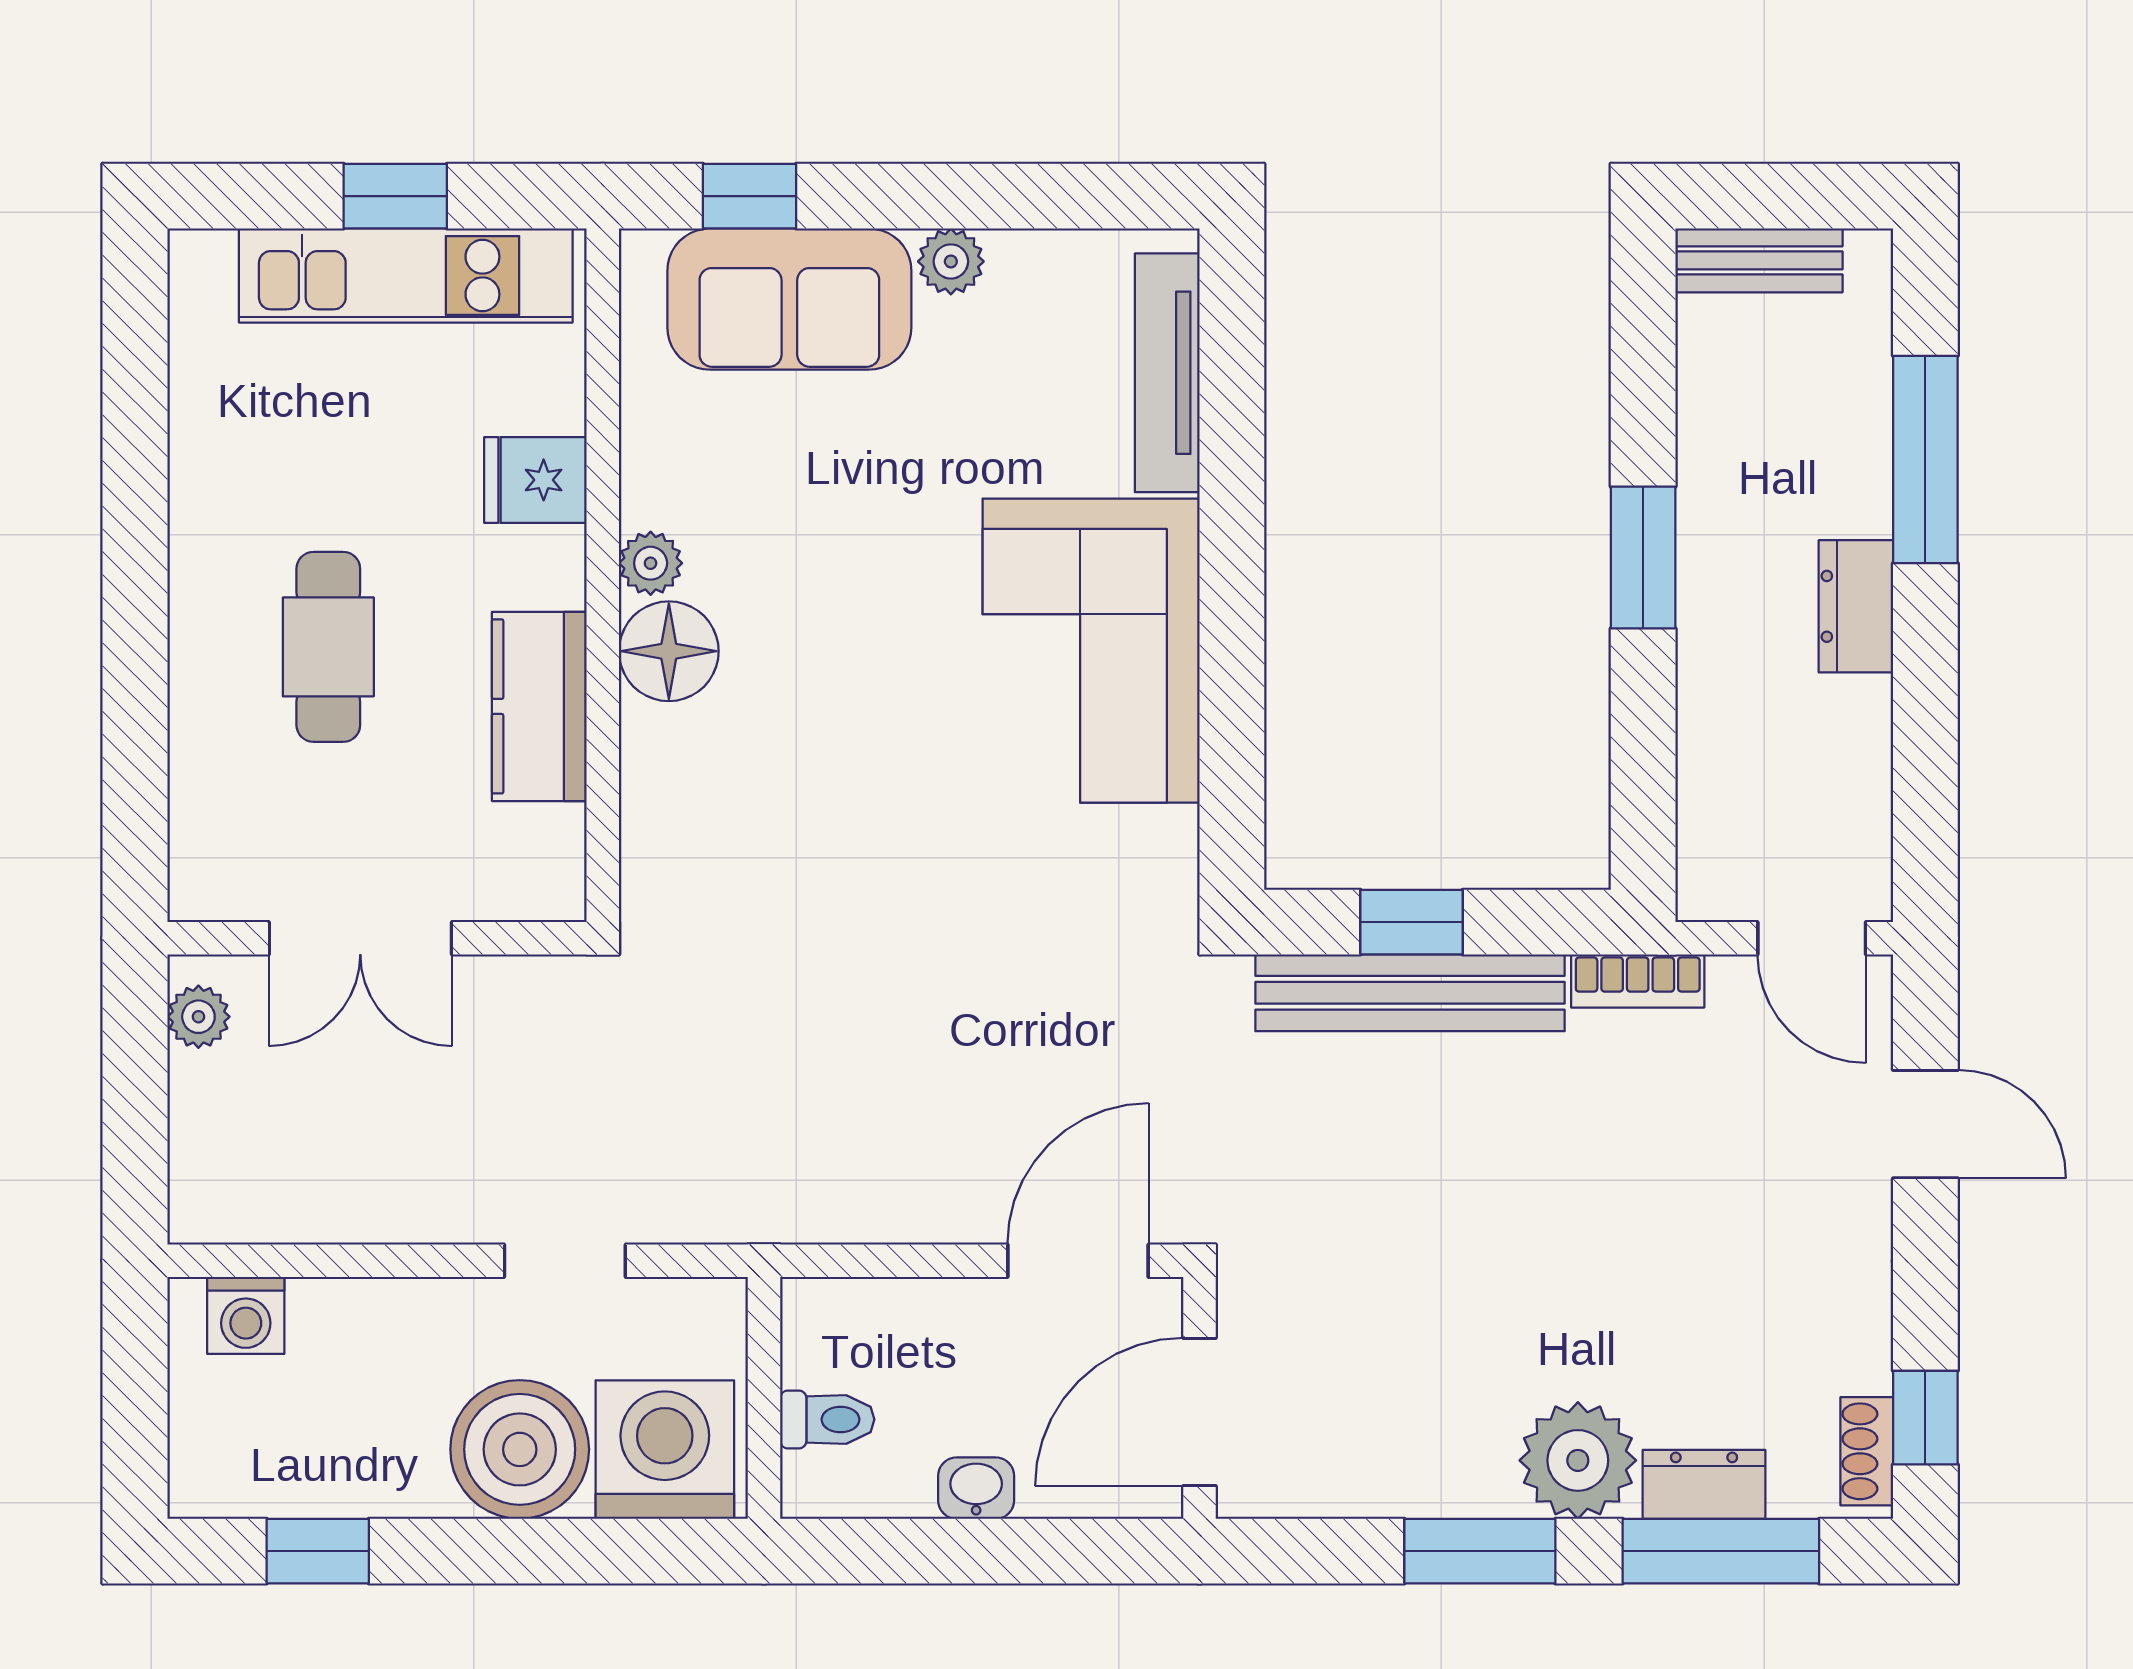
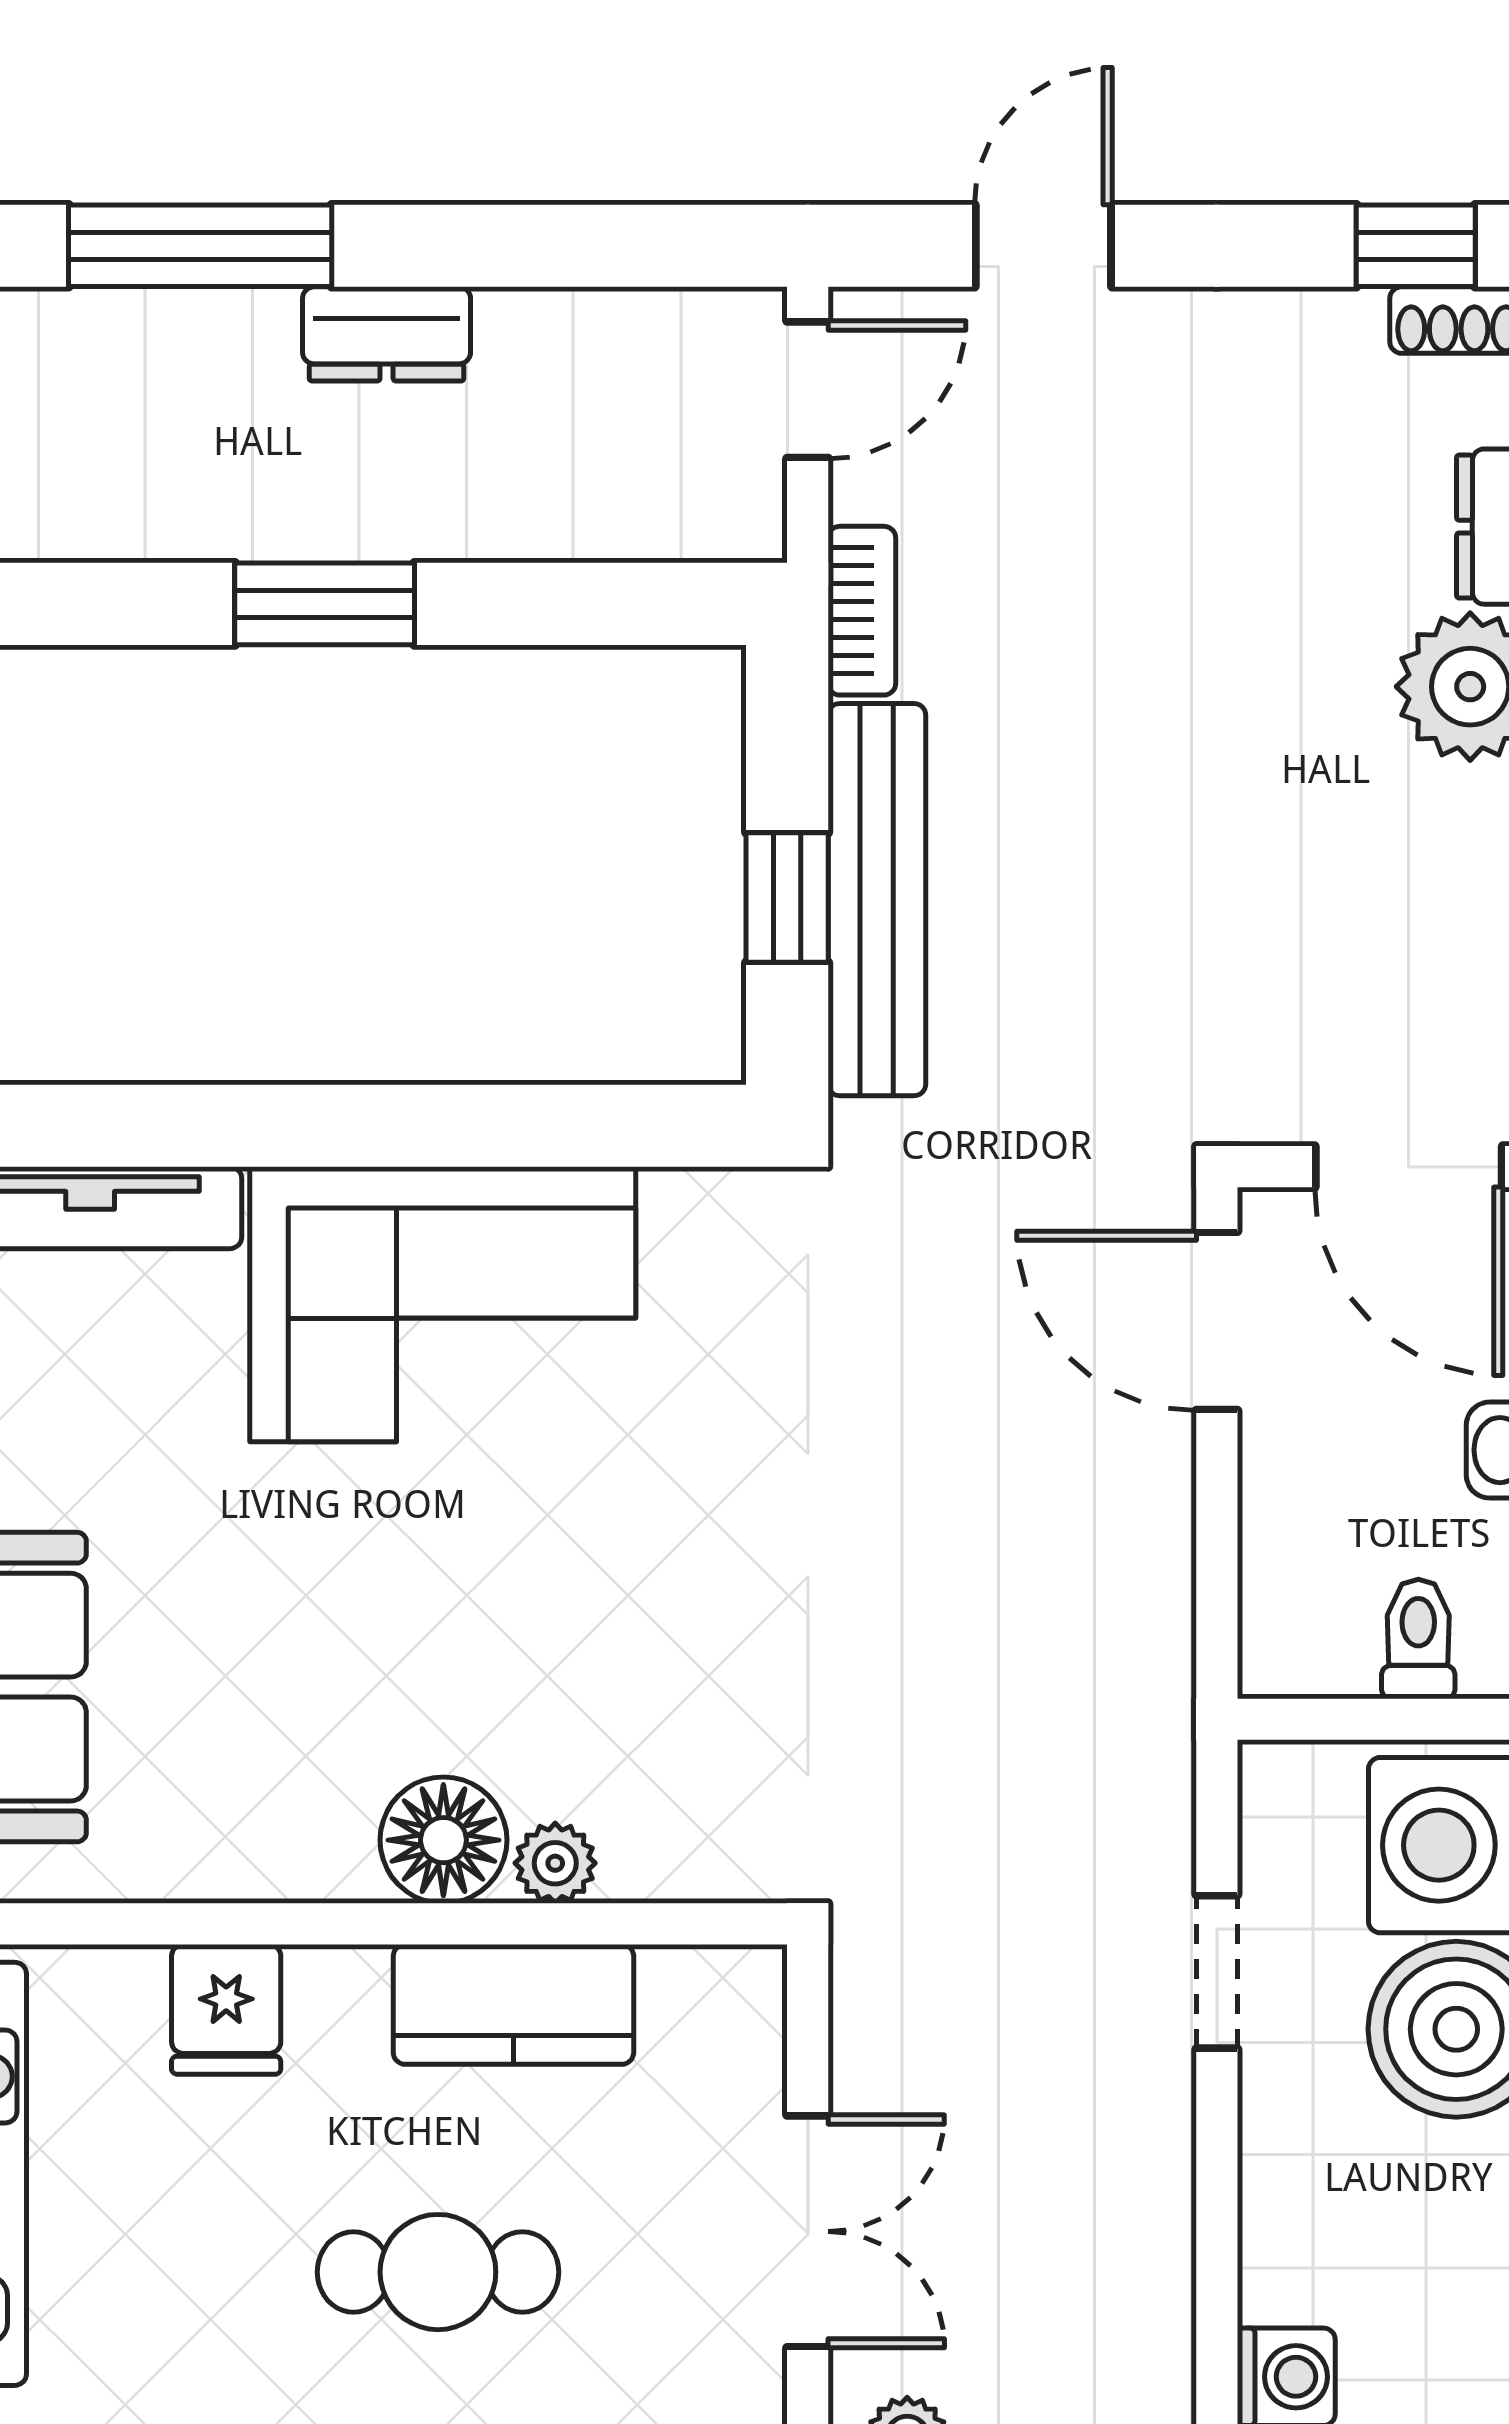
plant: (651, 563) -> (555, 1863), moved

